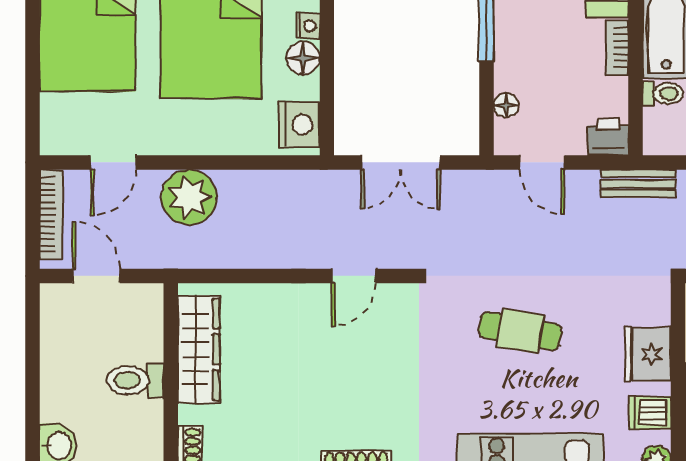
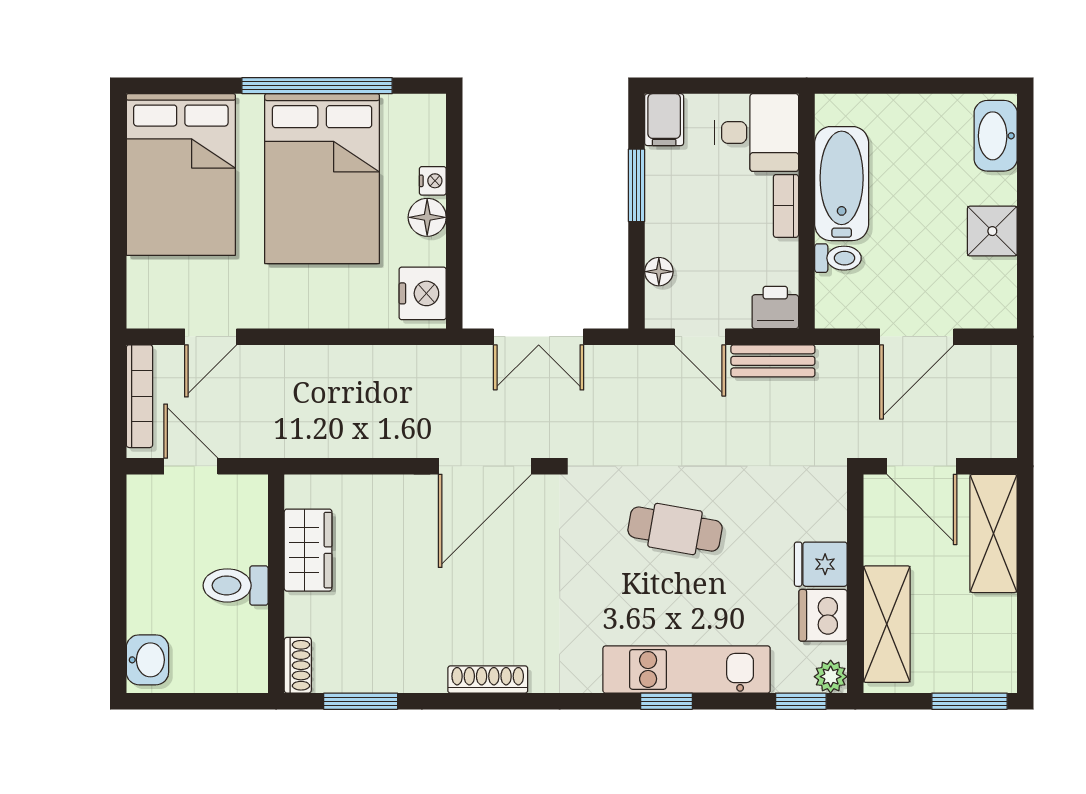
bench: (638, 184) -> (773, 361), moved
plant: (189, 197) -> (297, 376), removed
door: (354, 276) -> (485, 466), width x1.87
wardrobe: (199, 349) -> (308, 550), width x0.67
fridge: (648, 354) -> (821, 564), width x0.72
dishwasher: (650, 413) -> (823, 615), width x1.38

